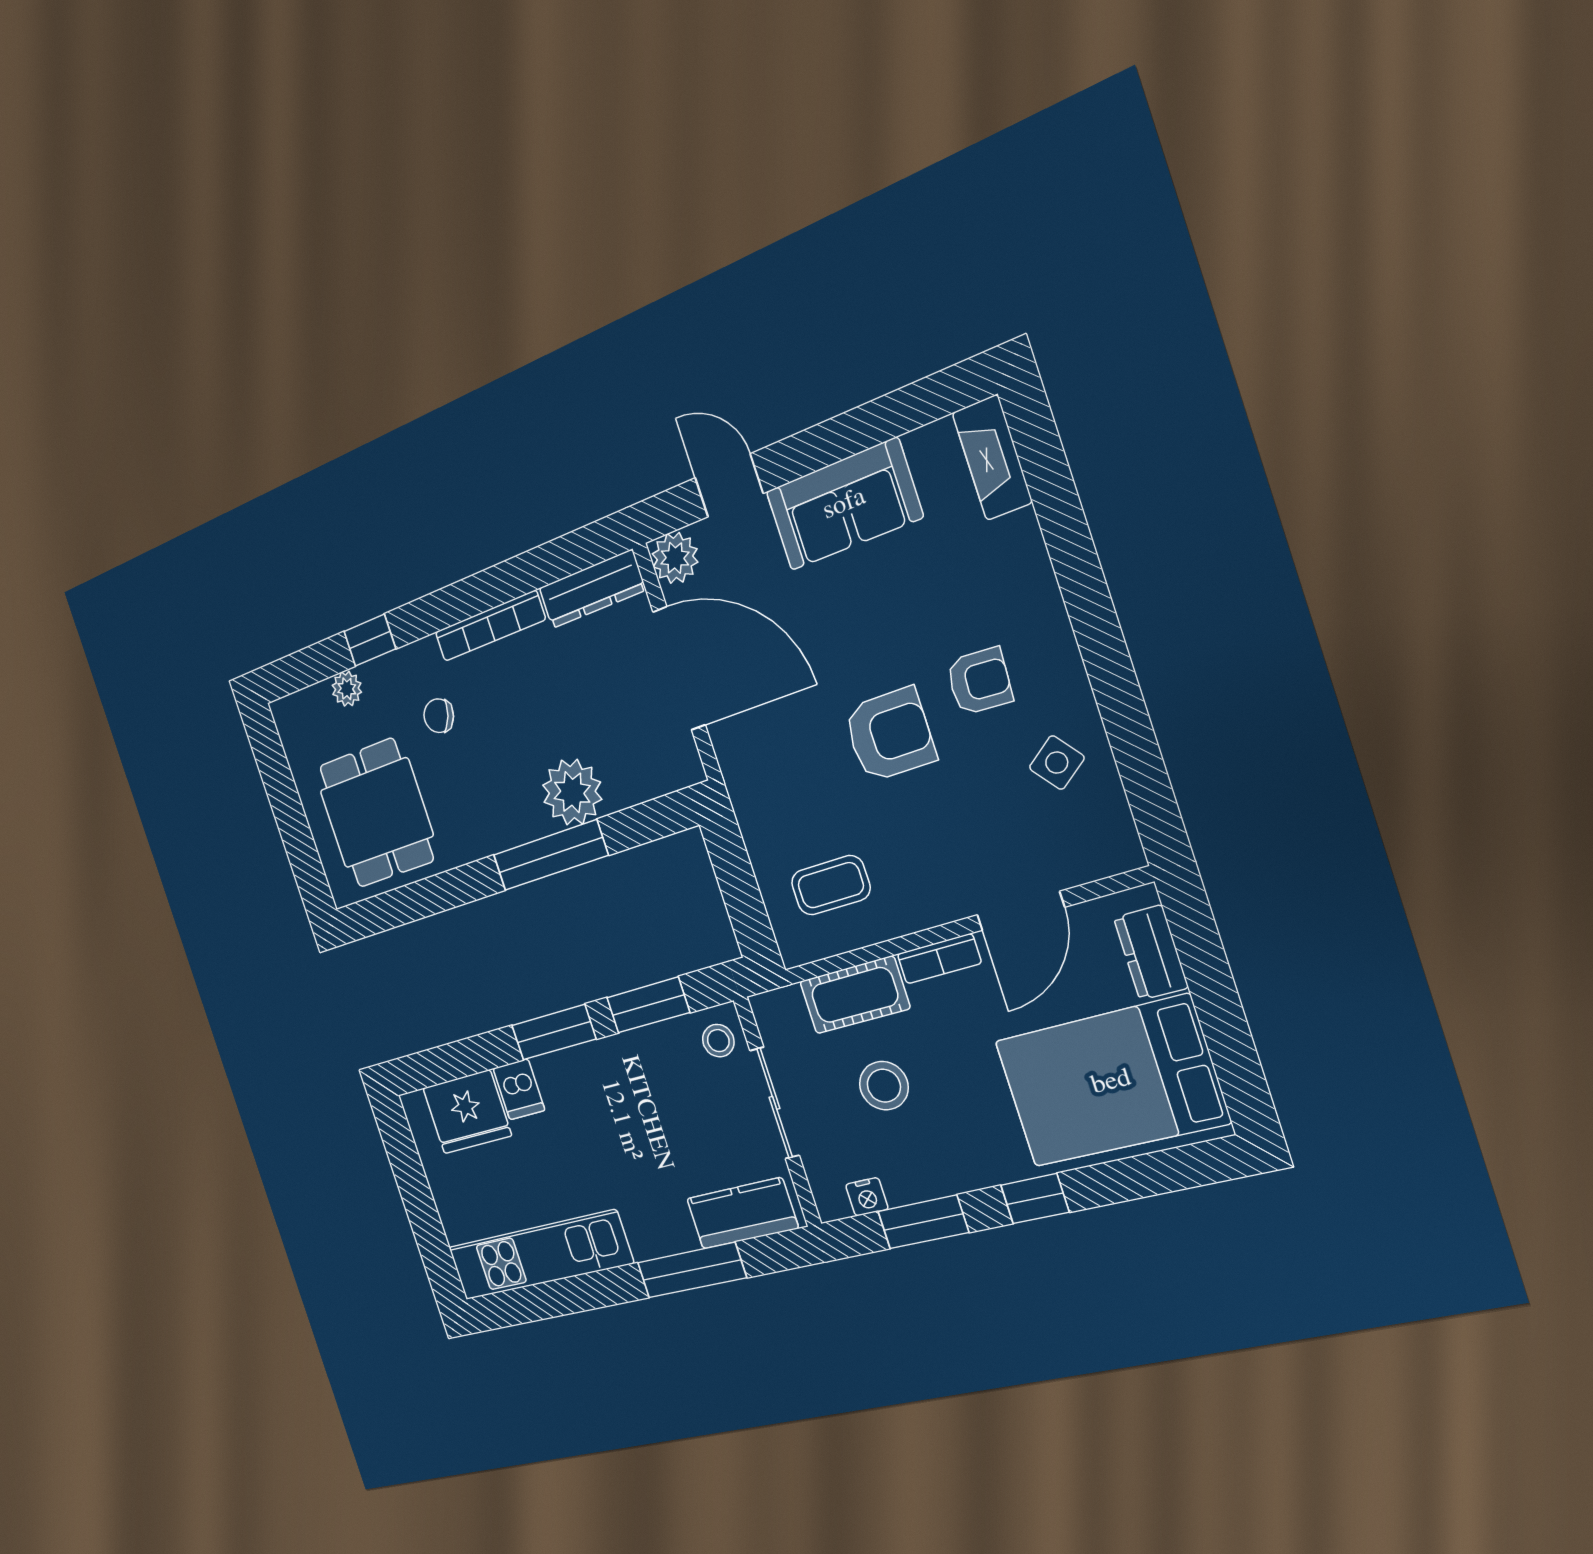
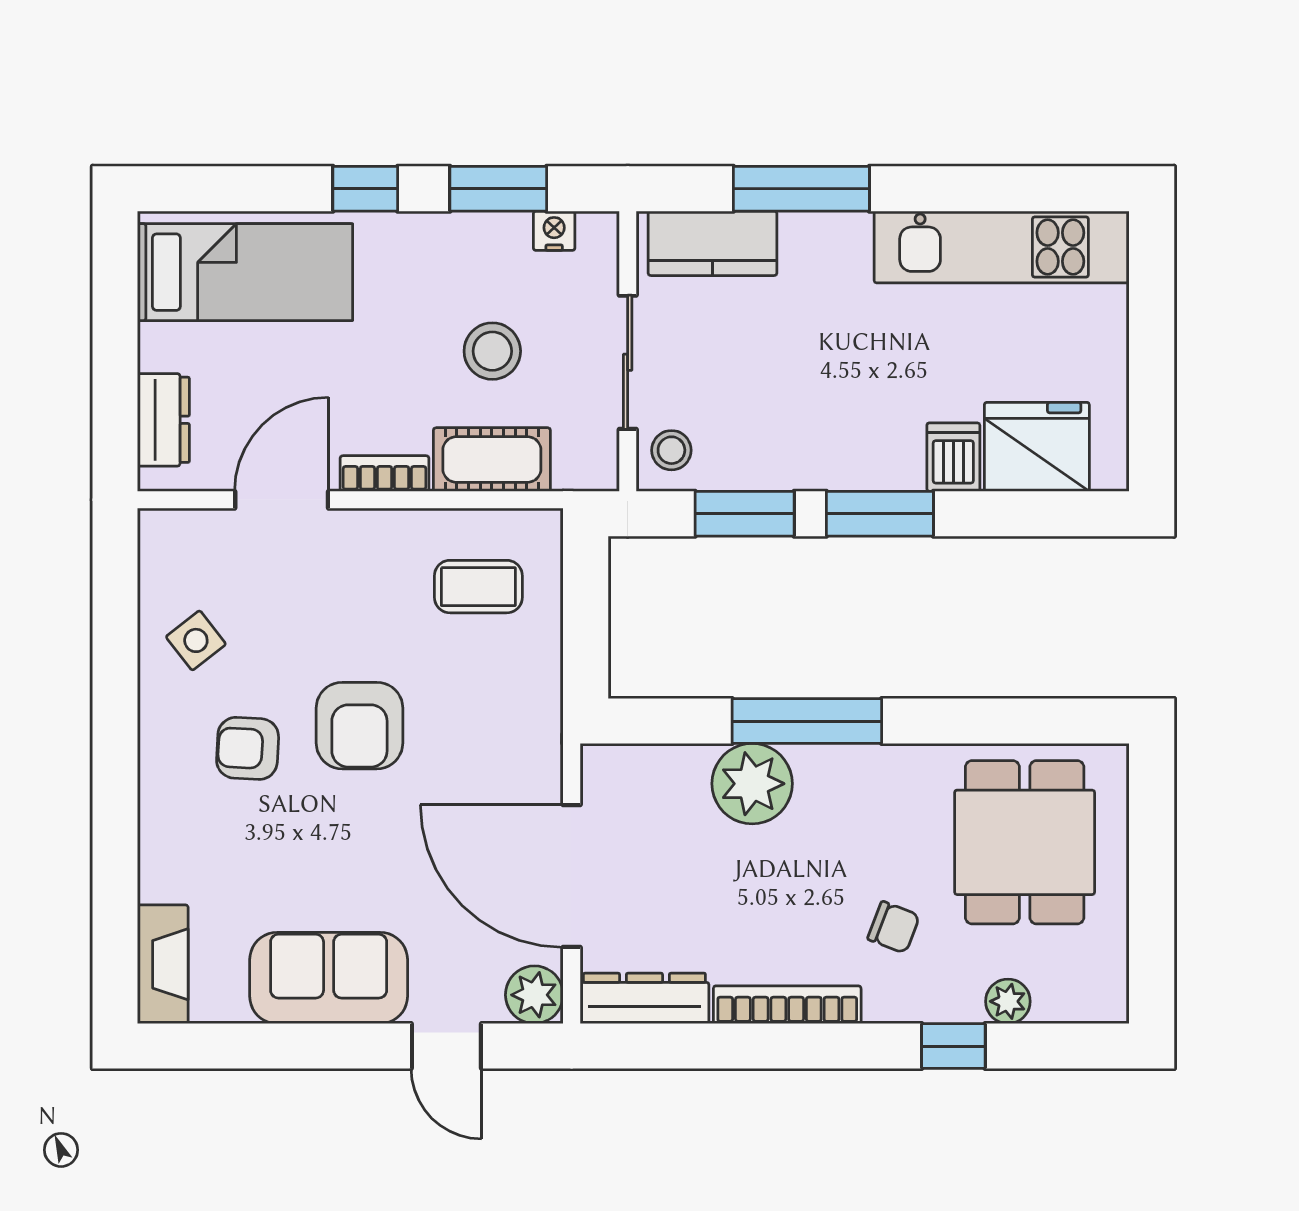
armchair: (890, 735) -> (359, 726), turned -90
bed: (1111, 1082) -> (245, 272), width x0.67

